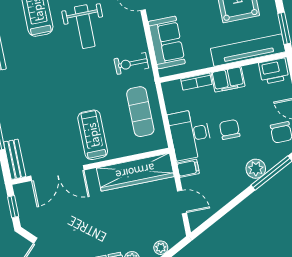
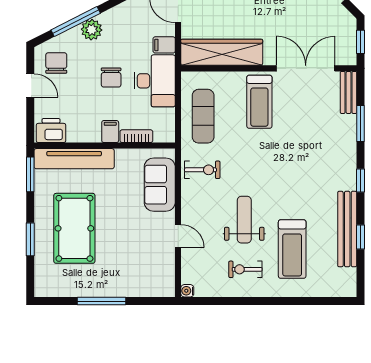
filing cabinet: (228, 79) -> (110, 132), width x0.50

